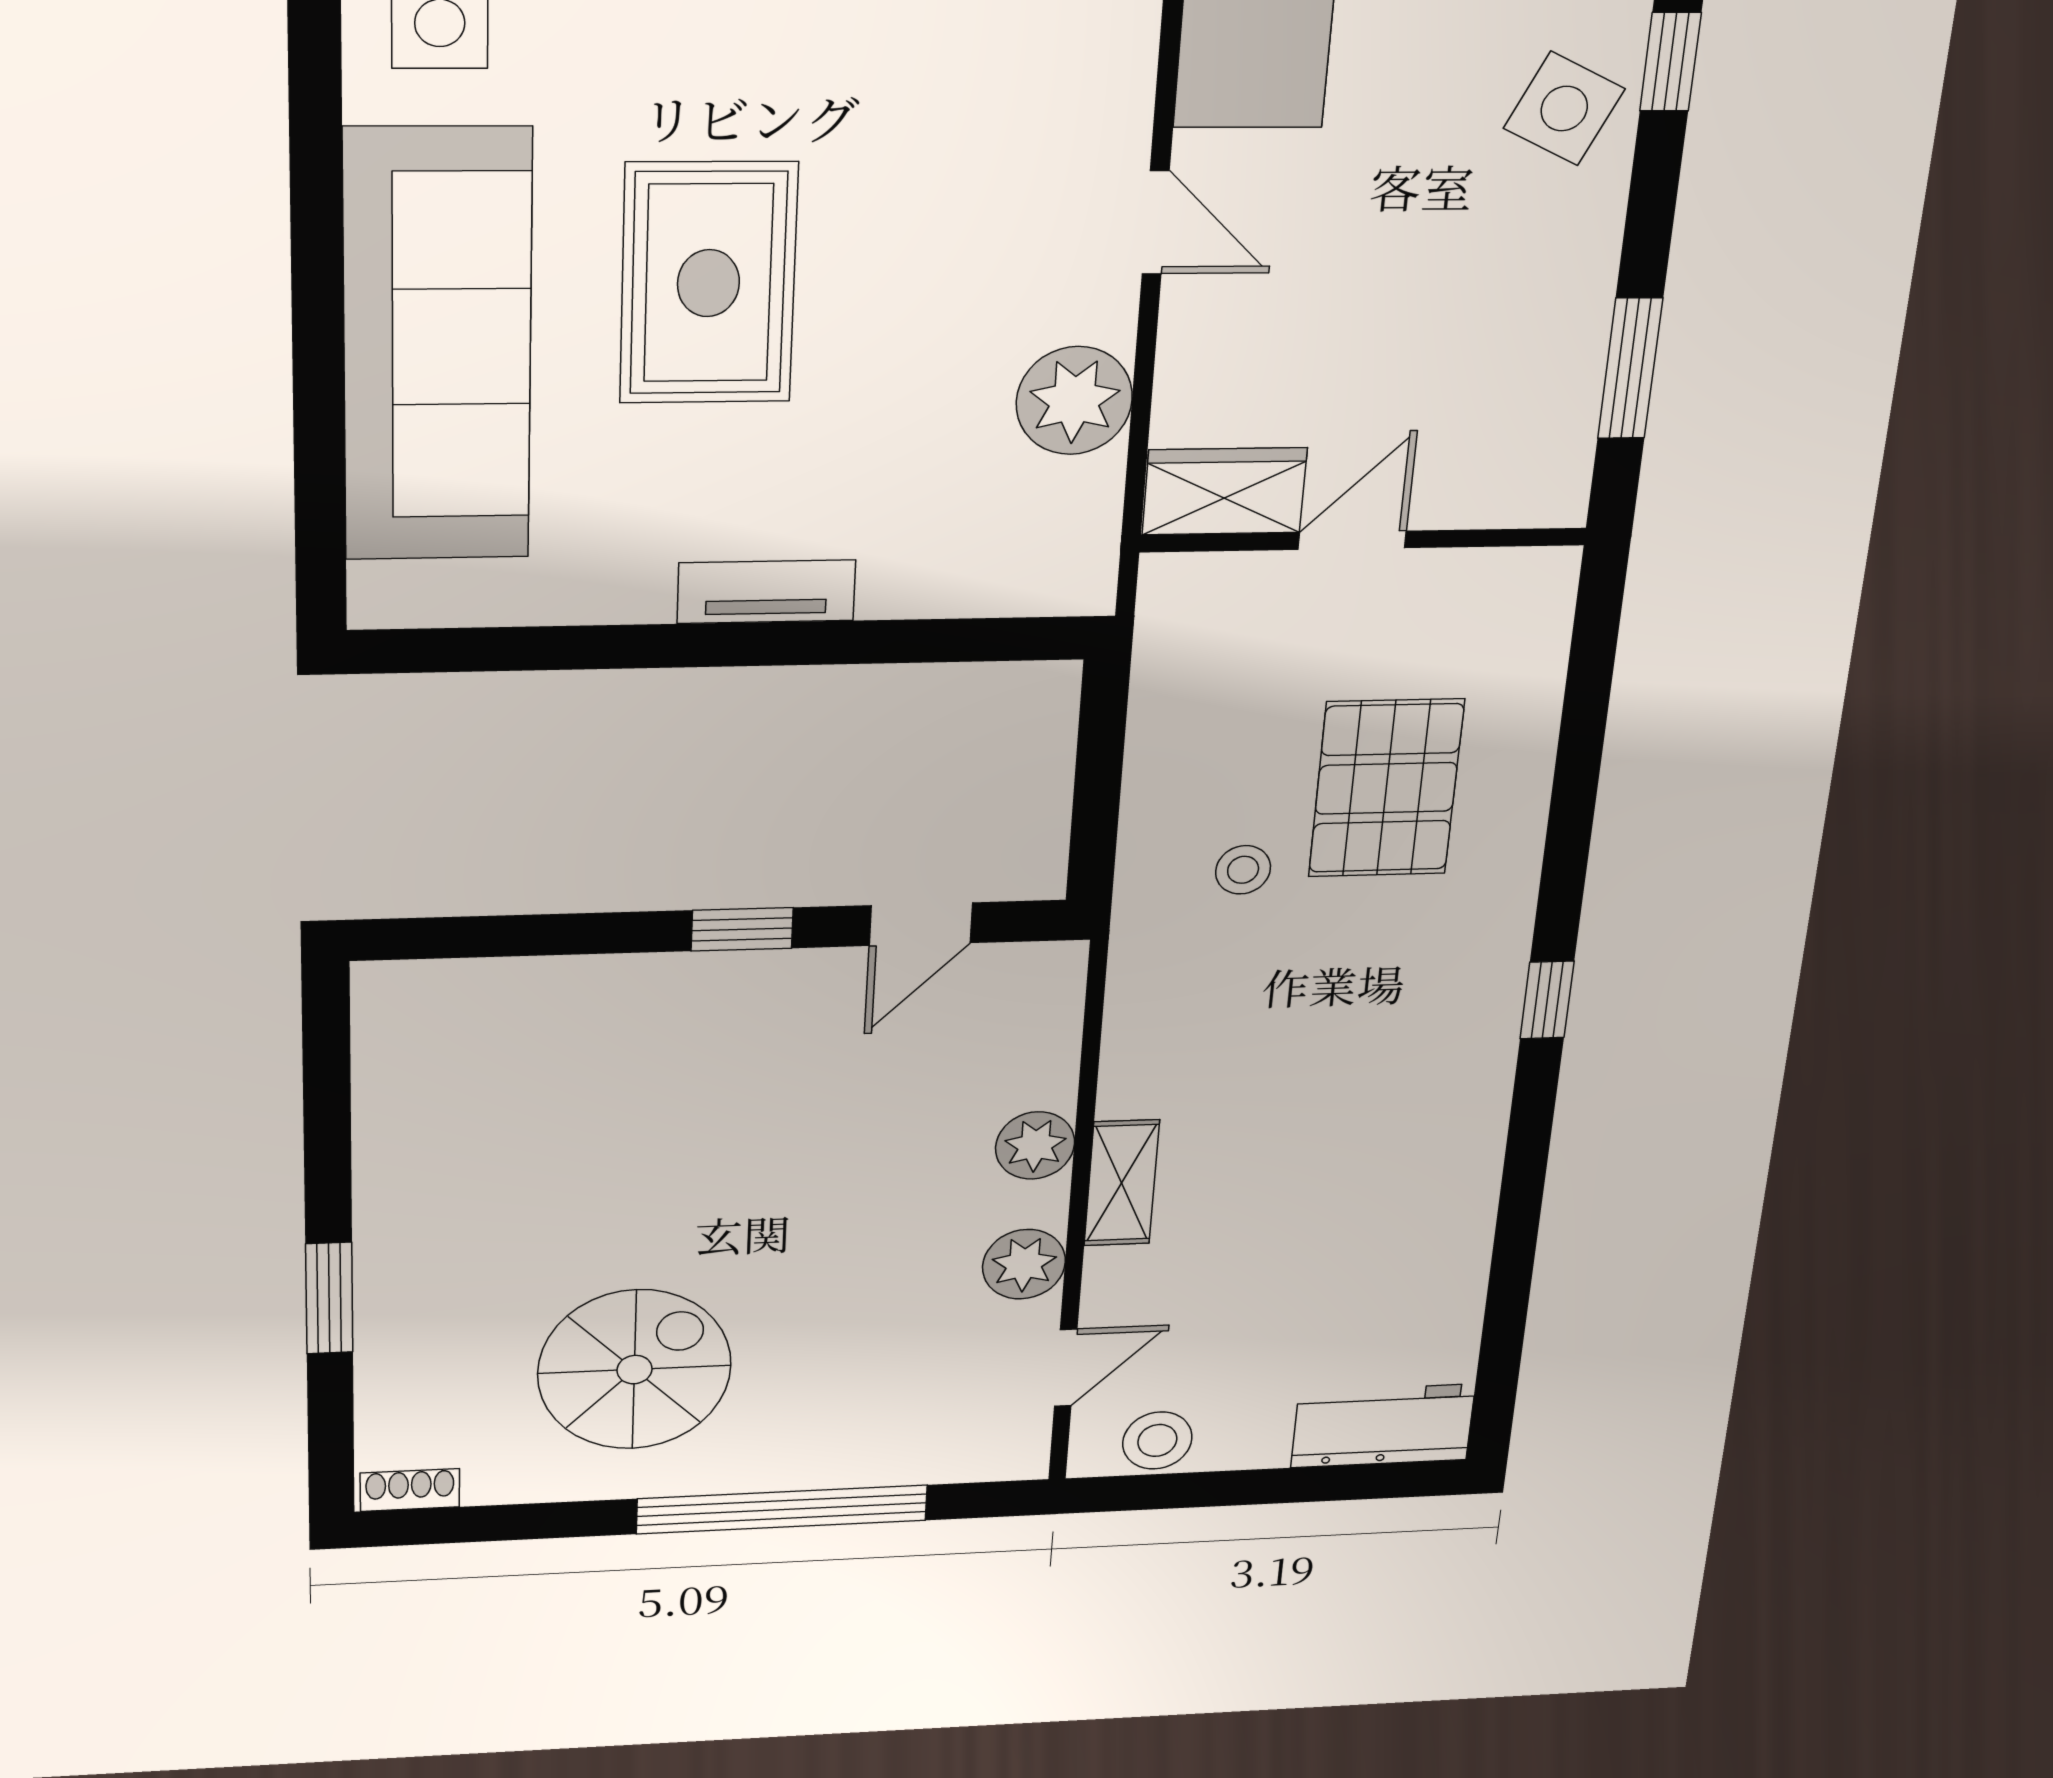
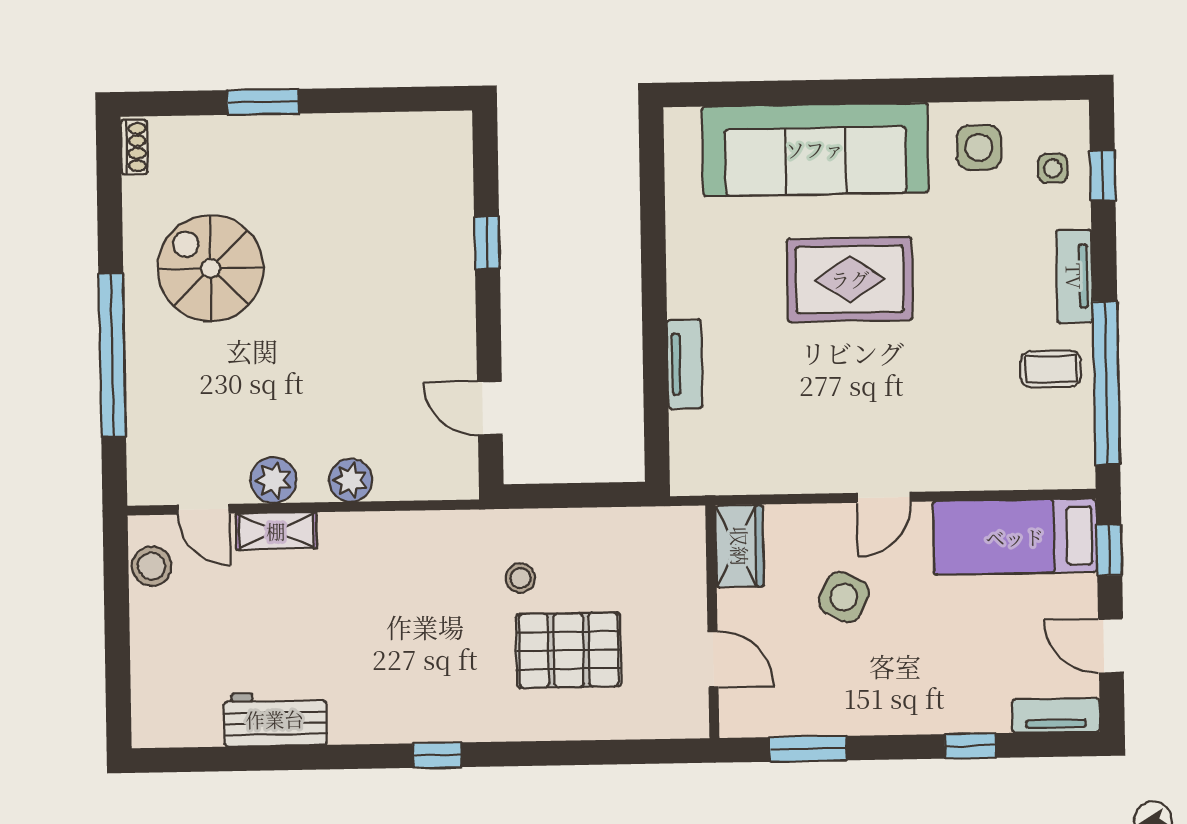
side table: (1564, 109) -> (844, 597), moved
plant: (1074, 401) -> (789, 465), removed
door: (1352, 540) -> (713, 659), moved
tv unit: (766, 592) -> (685, 364), moved
window: (742, 929) -> (487, 243), moved
shelving: (1122, 1183) -> (276, 531), moved
spiral stairs: (635, 1370) -> (211, 268), turned 180
workbench: (1383, 1426) -> (275, 719), moved, turned -90

